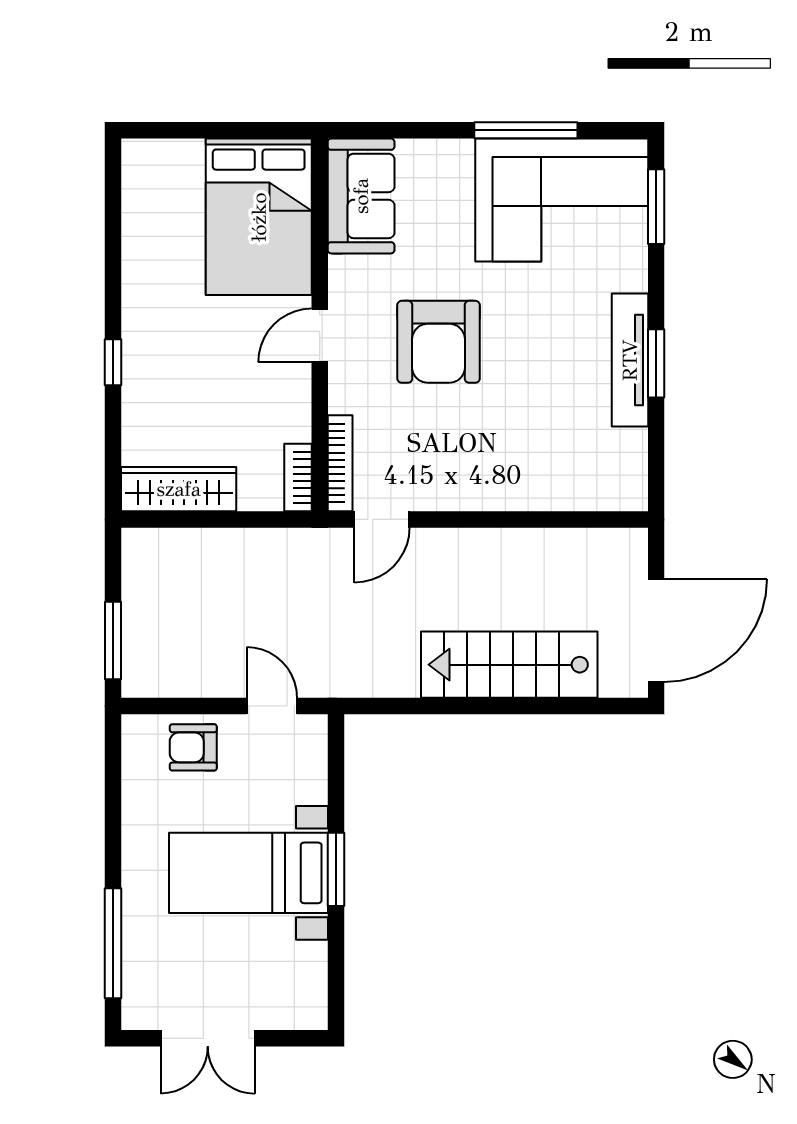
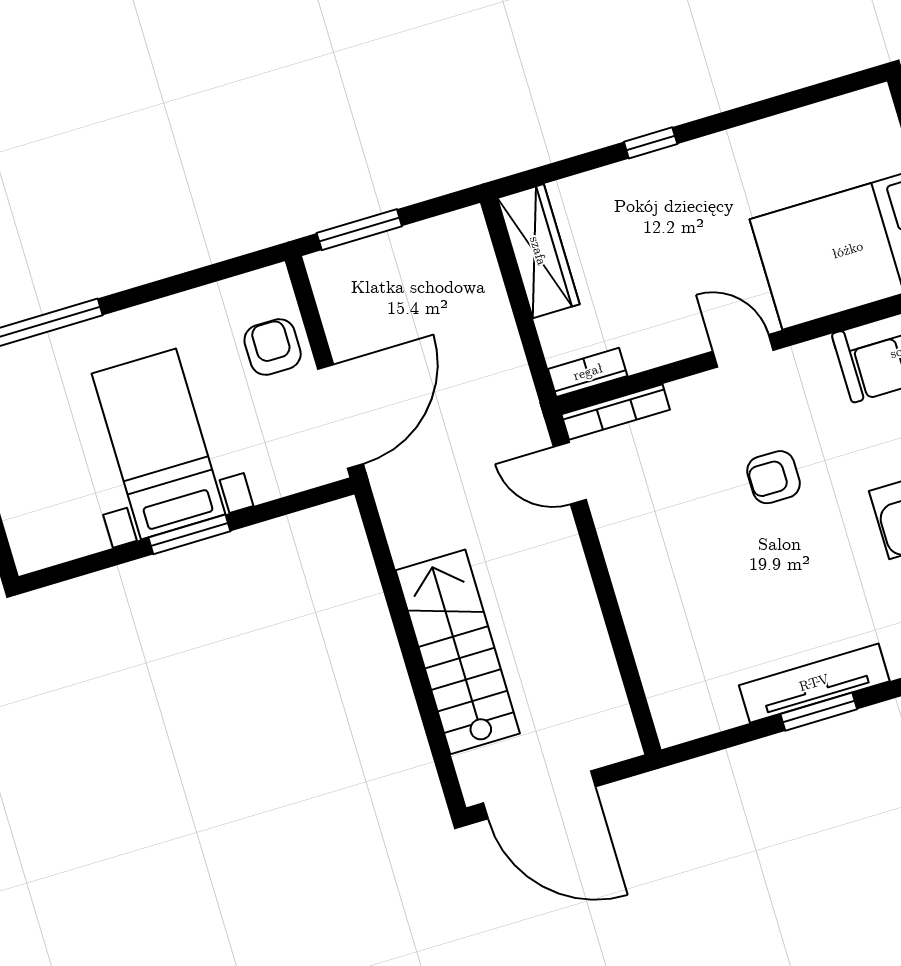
armchair: (439, 342) -> (773, 477), width x0.53, depth x0.53
door: (272, 706) -> (340, 416), width x1.87

